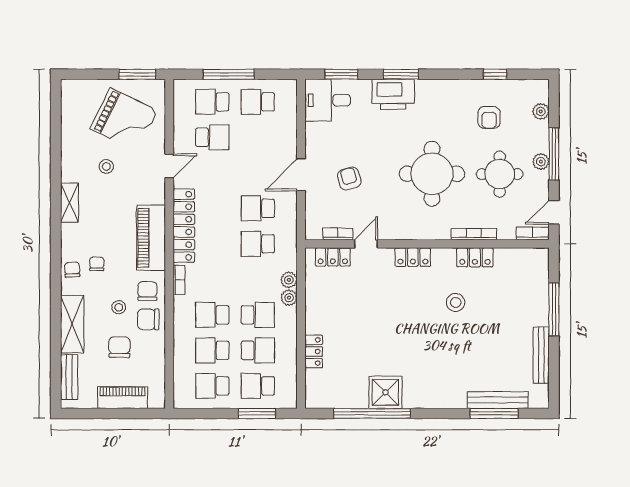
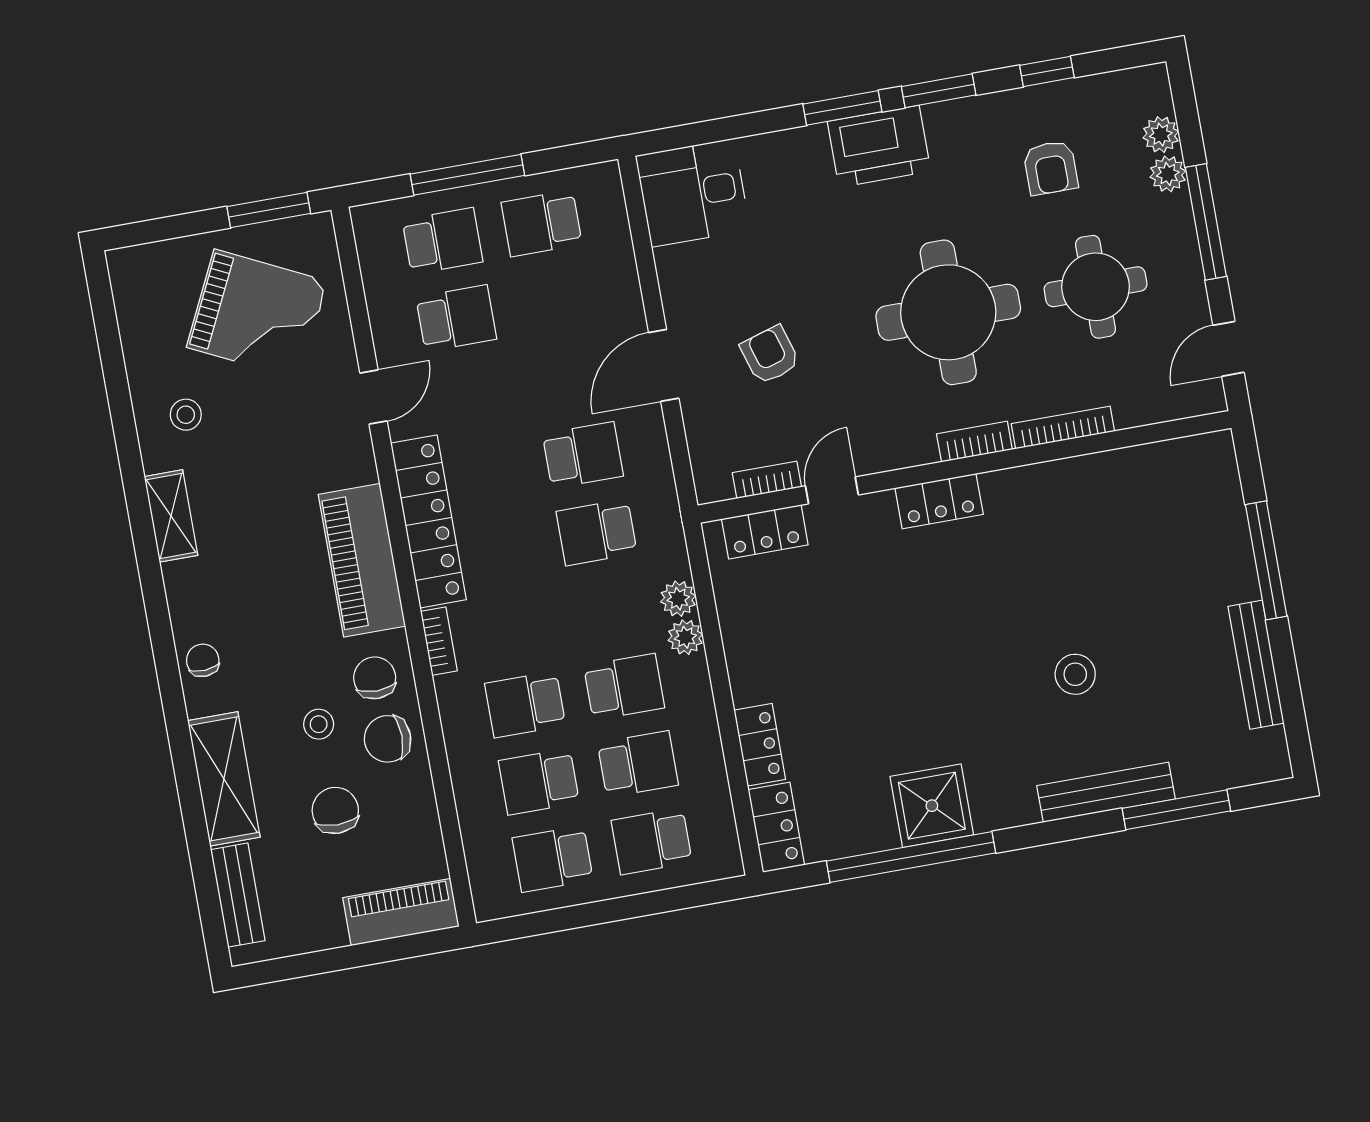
window: (341, 74) -> (939, 91), moved
printer: (393, 94) -> (879, 146), moved
school desk: (212, 102) -> (443, 241), turned 180
plant: (541, 162) -> (1168, 174), moved
stool: (106, 166) -> (186, 415), moved
school desk: (258, 208) -> (583, 455), turned 180
bookcase: (533, 233) -> (974, 442), moved
locker: (475, 257) -> (776, 827), moved, turned -90
chair: (97, 264) -> (254, 638), removed
stool: (456, 302) -> (1075, 674), moved
piano: (123, 398) -> (401, 912), moved
bench: (498, 400) -> (1106, 792), moved
window: (257, 413) -> (660, 902), removed

